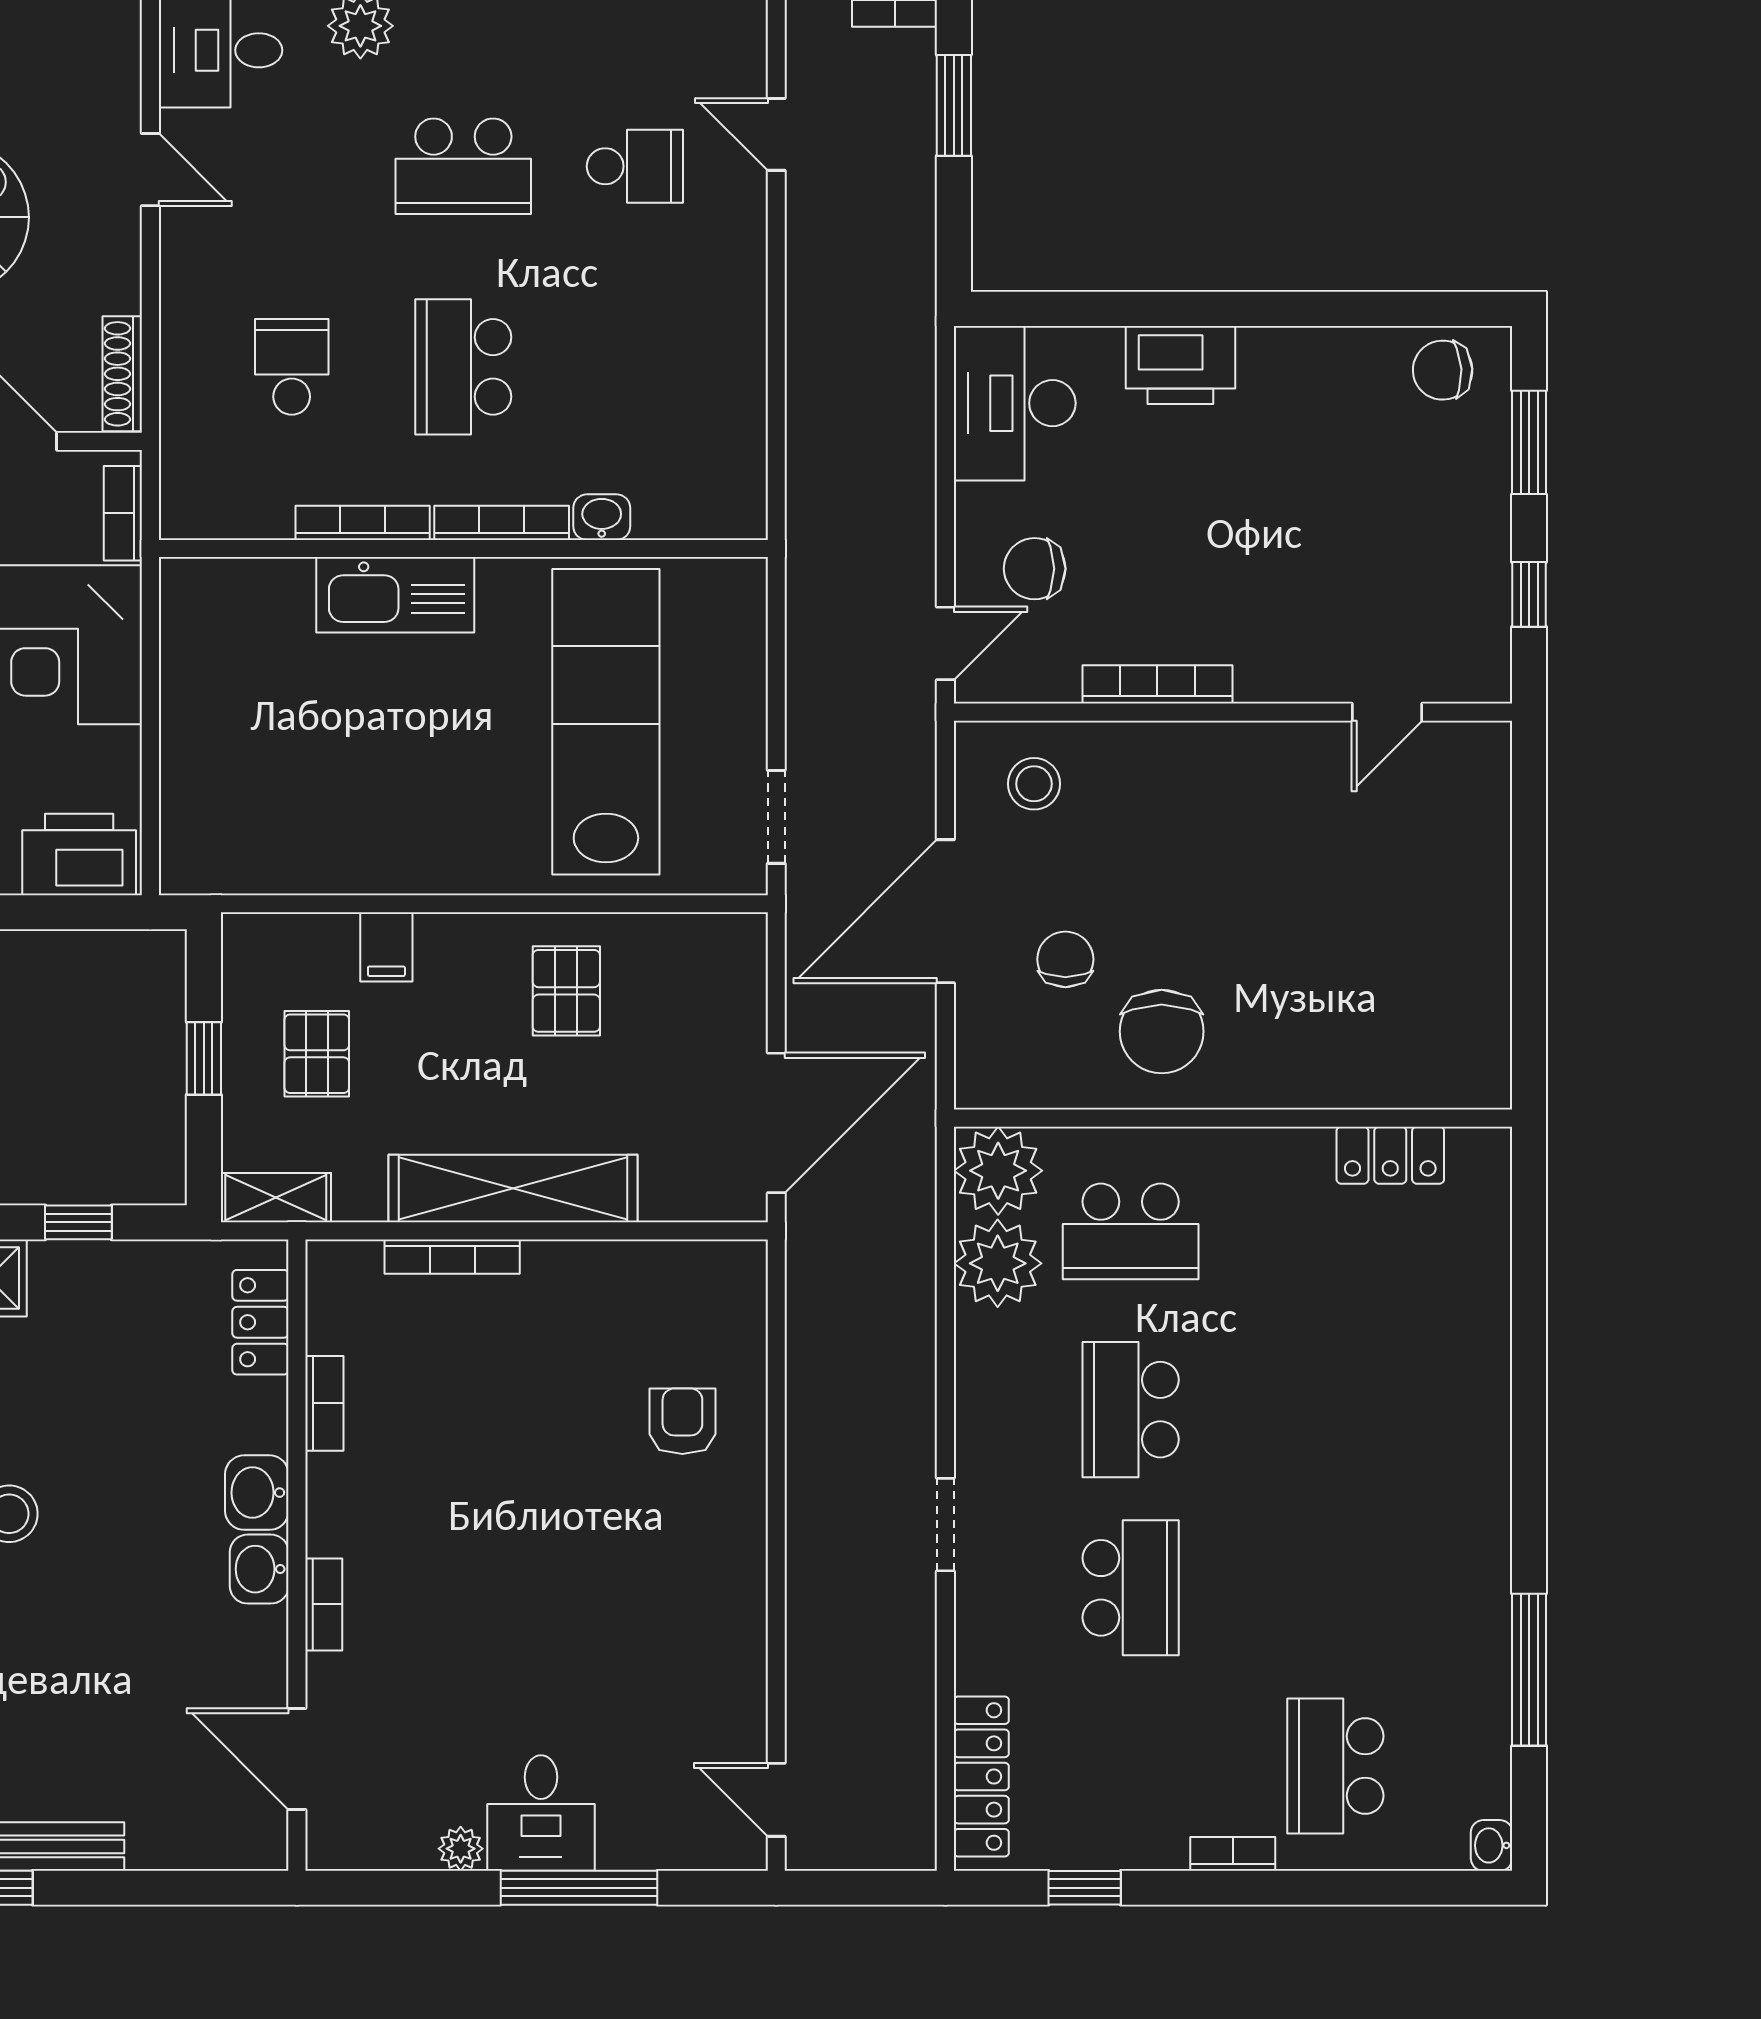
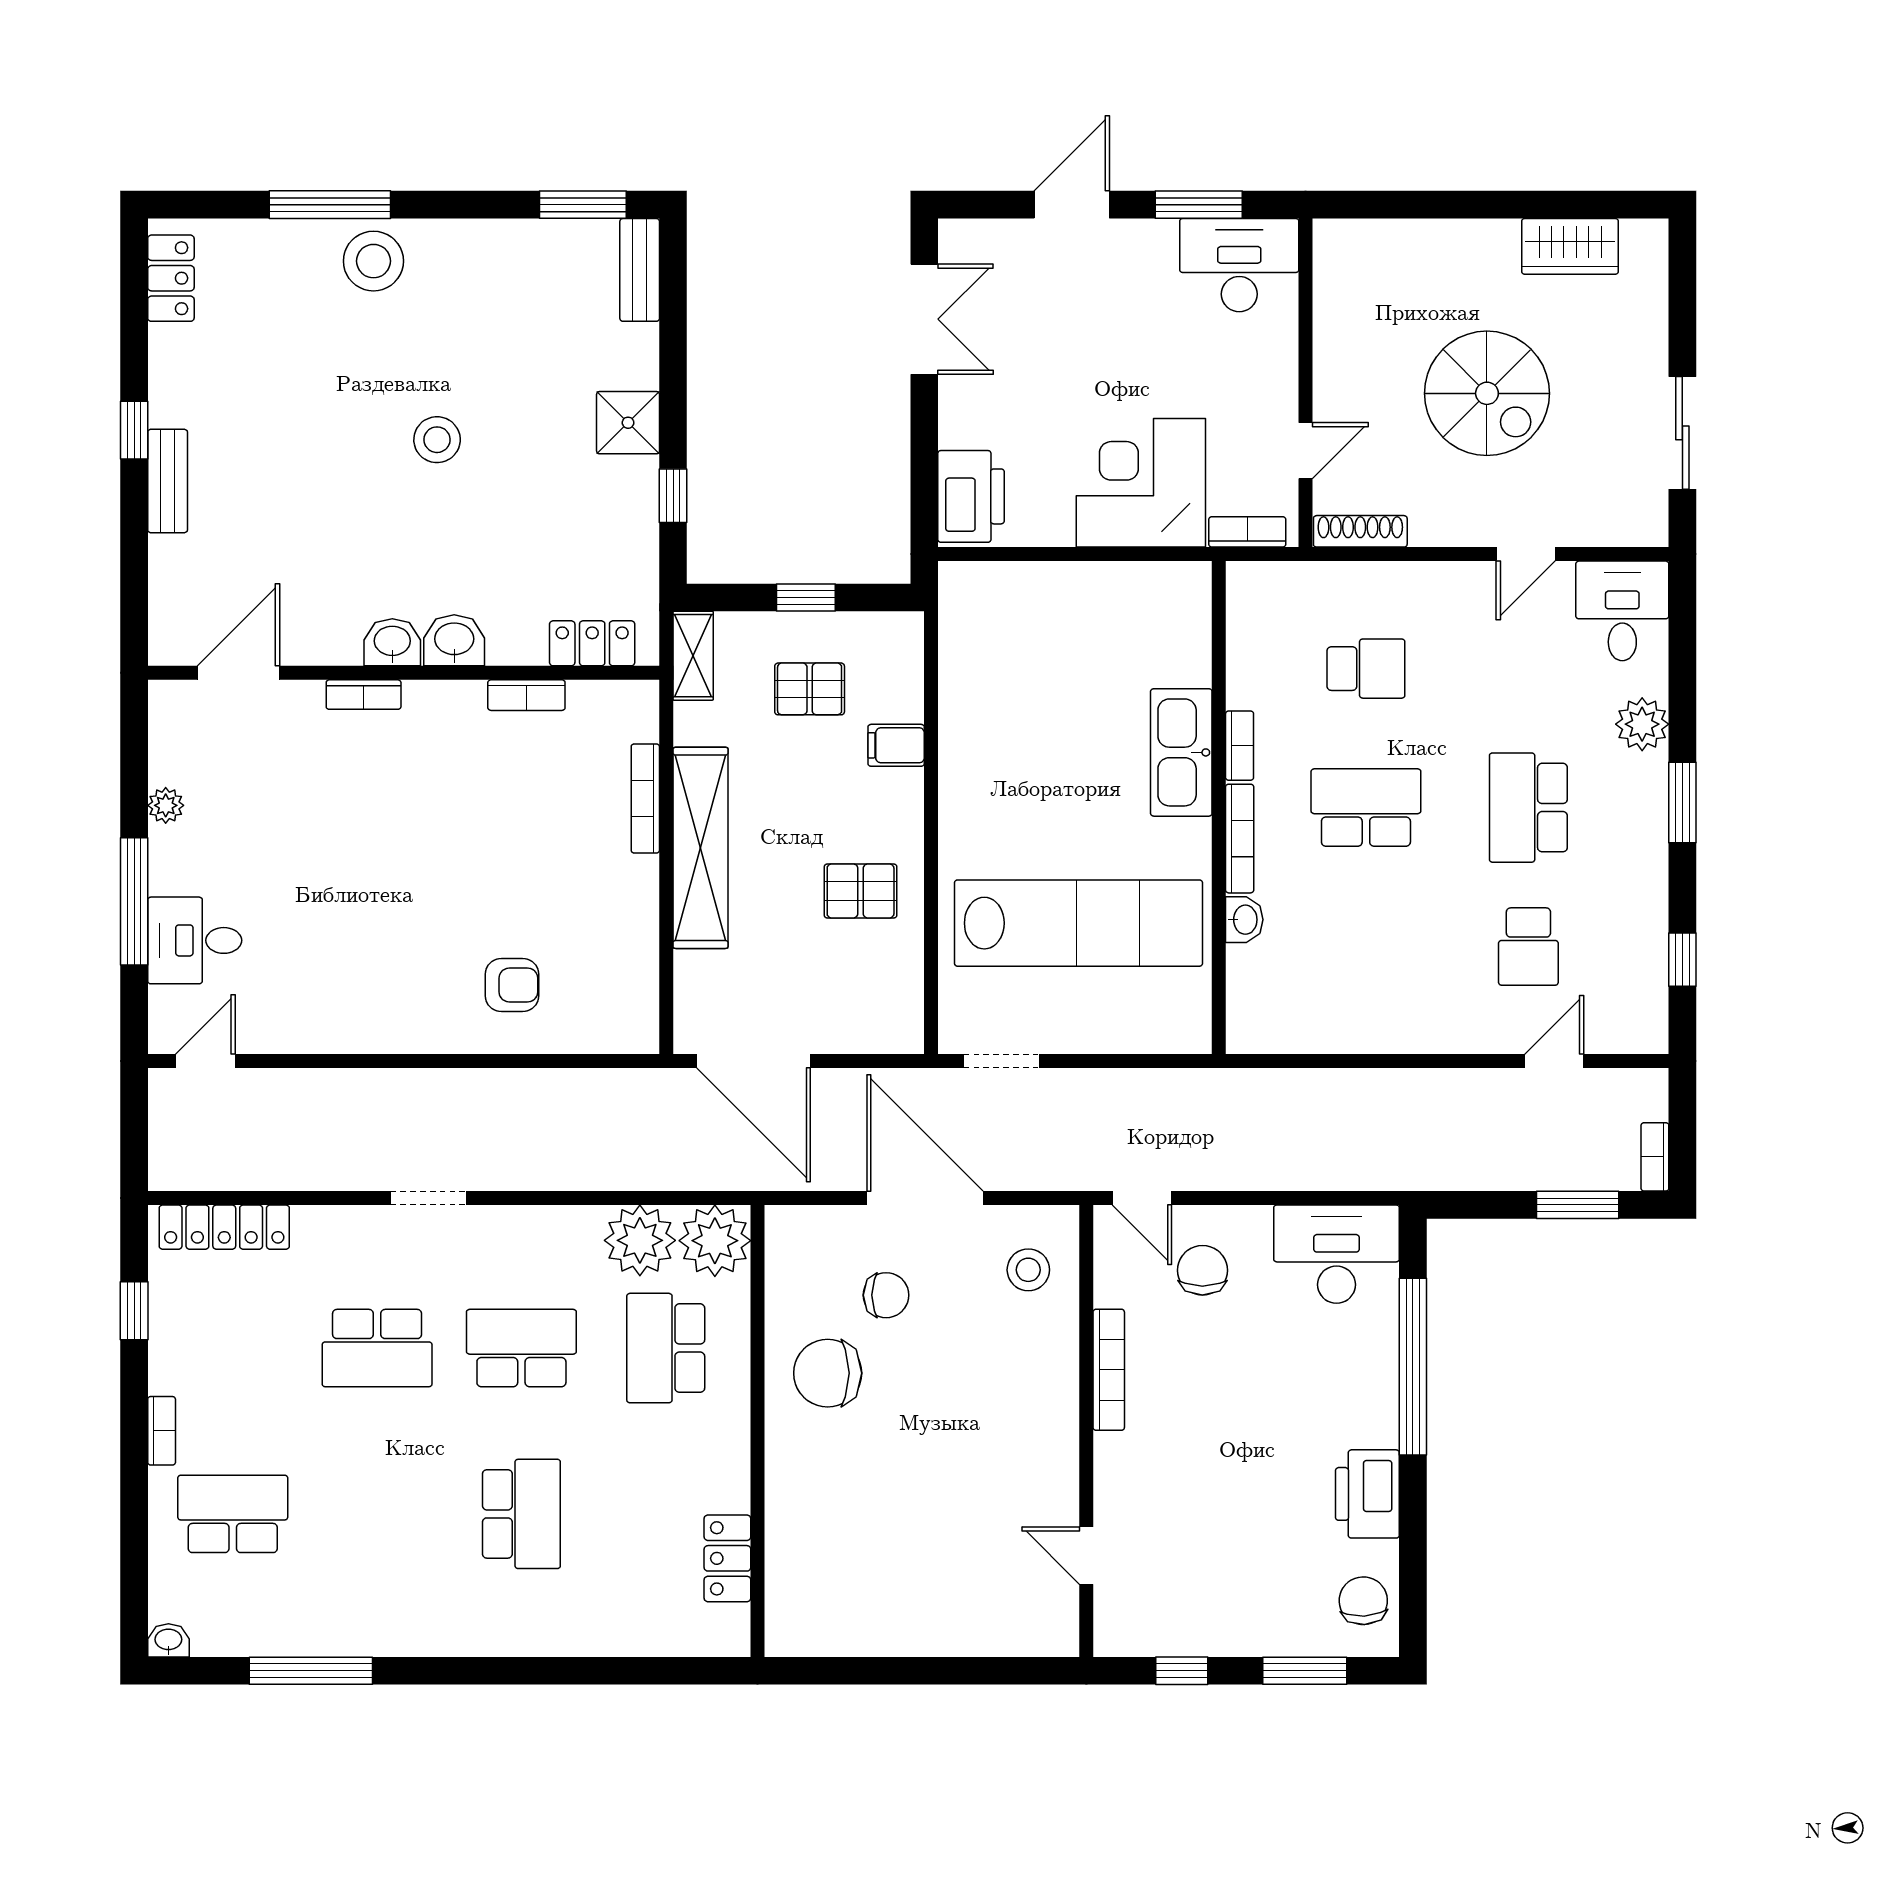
window: (1154, 309) -> (1413, 1367), added
printer: (1180, 365) -> (1367, 1494), moved
bookcase: (363, 523) -> (1240, 746), width x0.64
school desk: (1335, 1410) -> (521, 1514), added
desk: (541, 1813) -> (195, 940), moved

